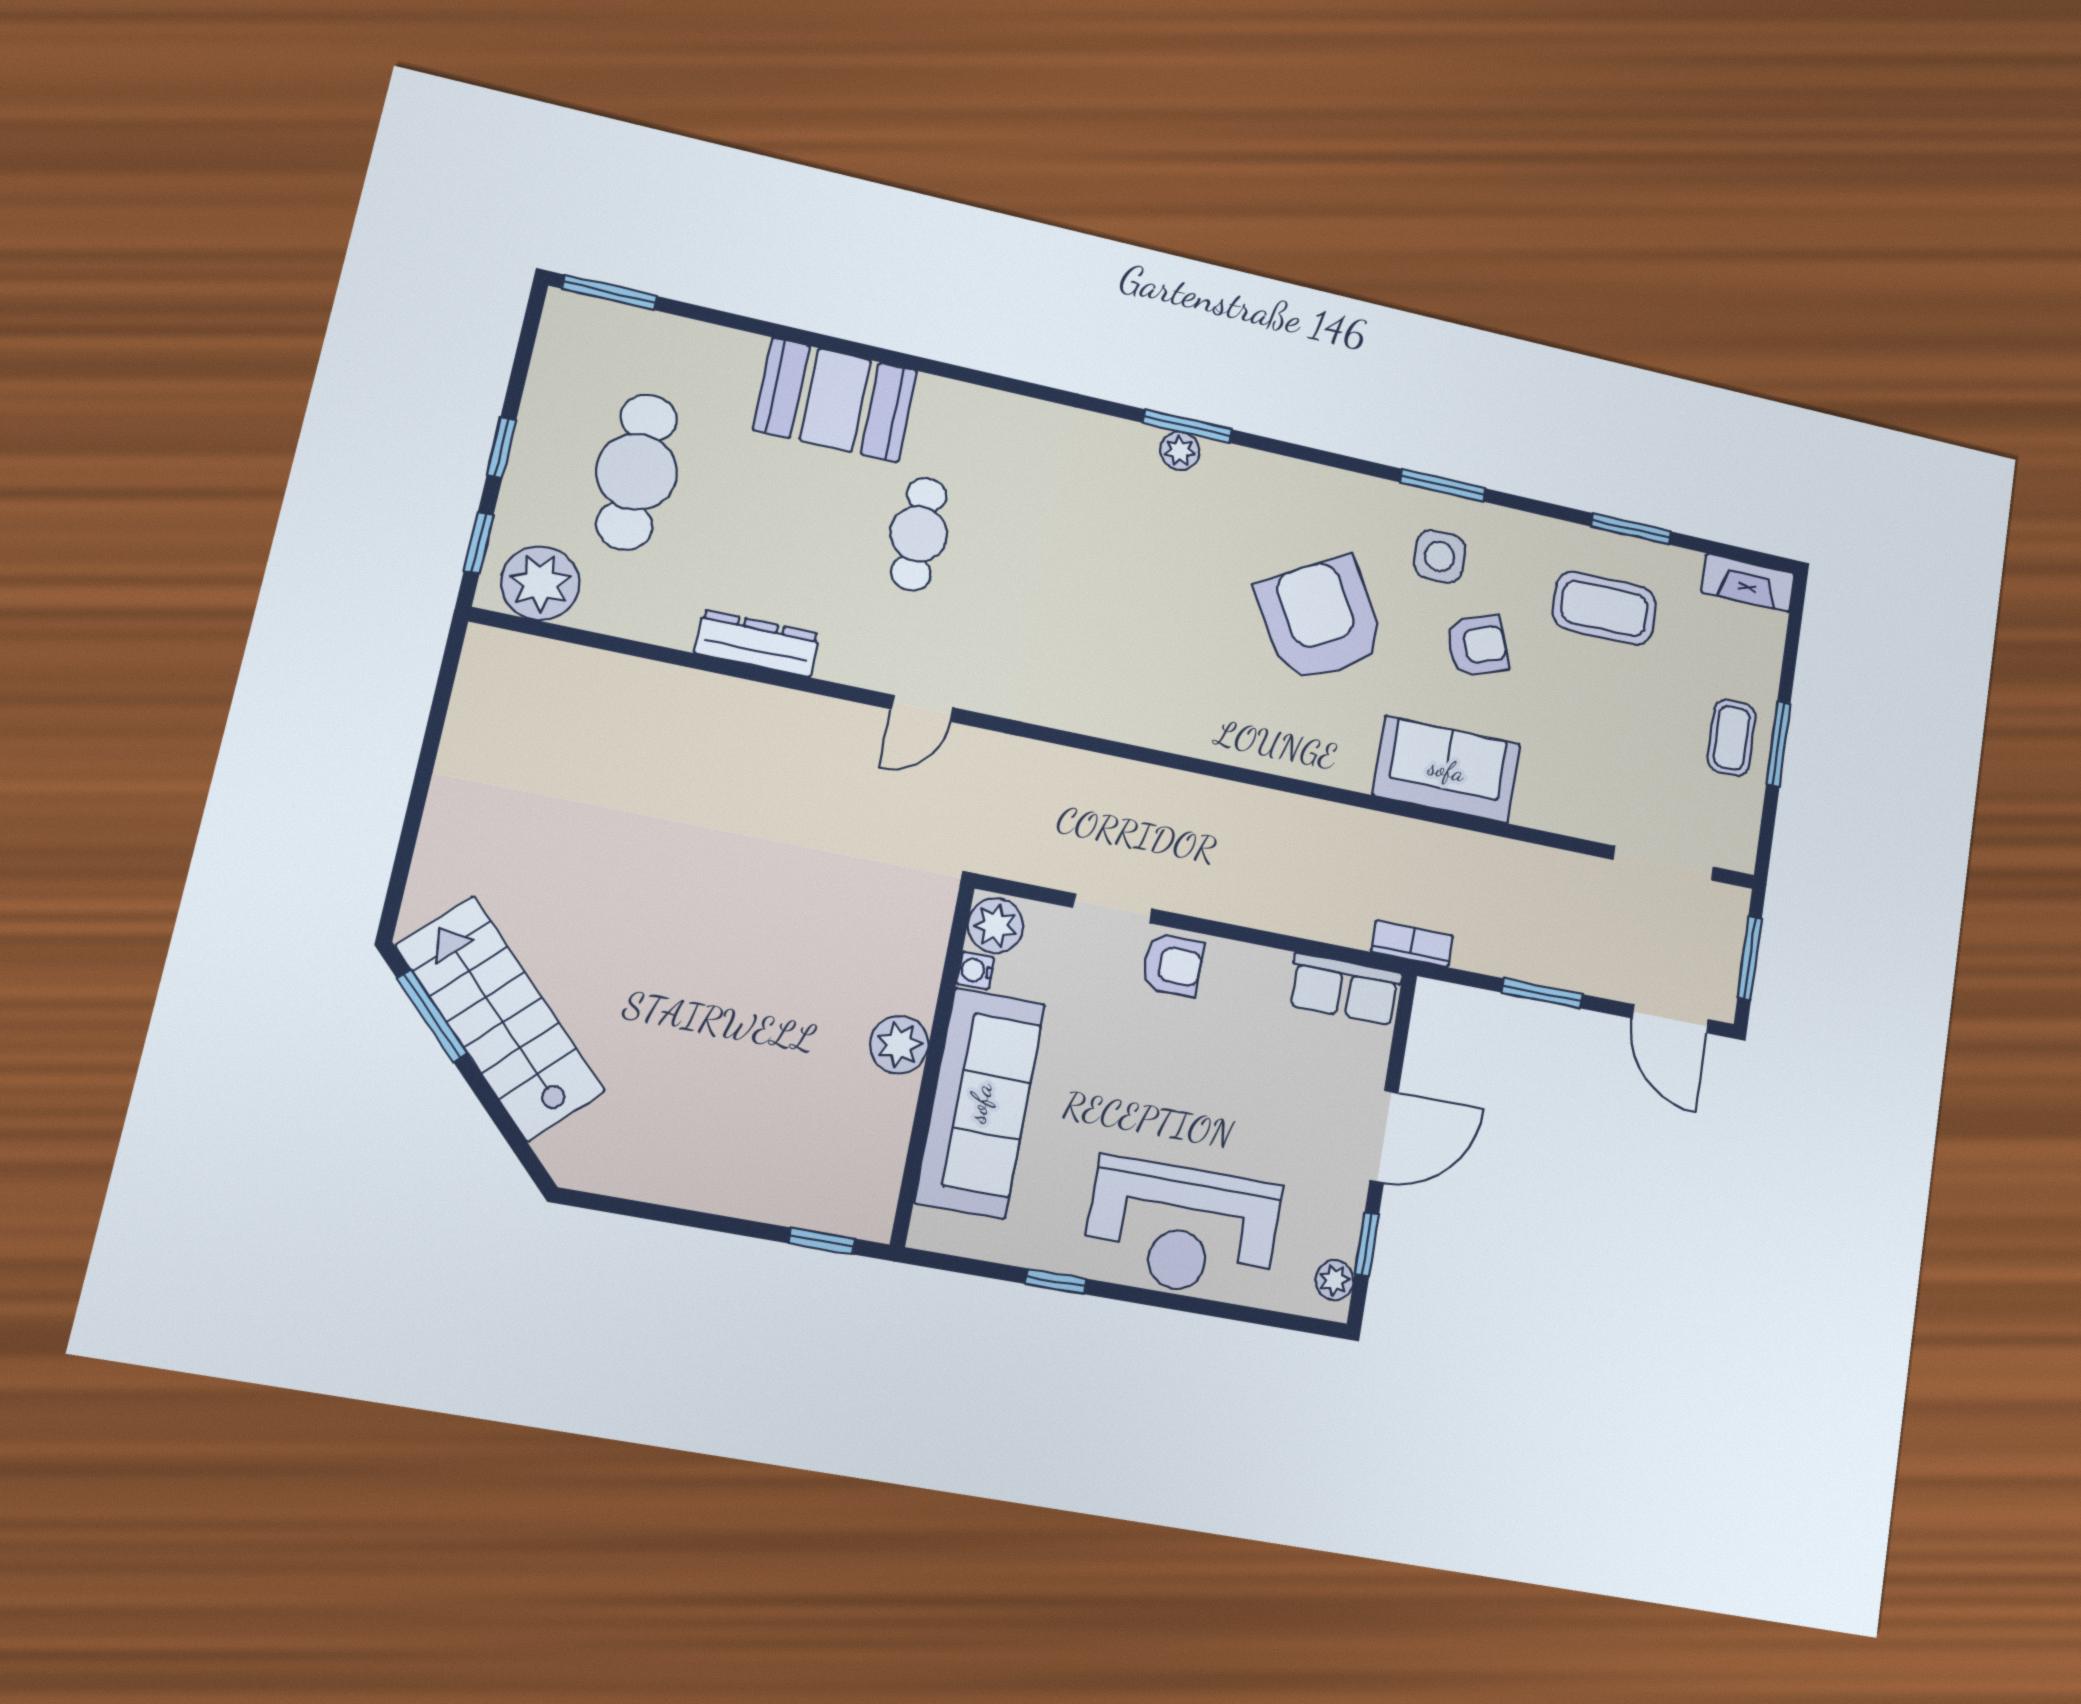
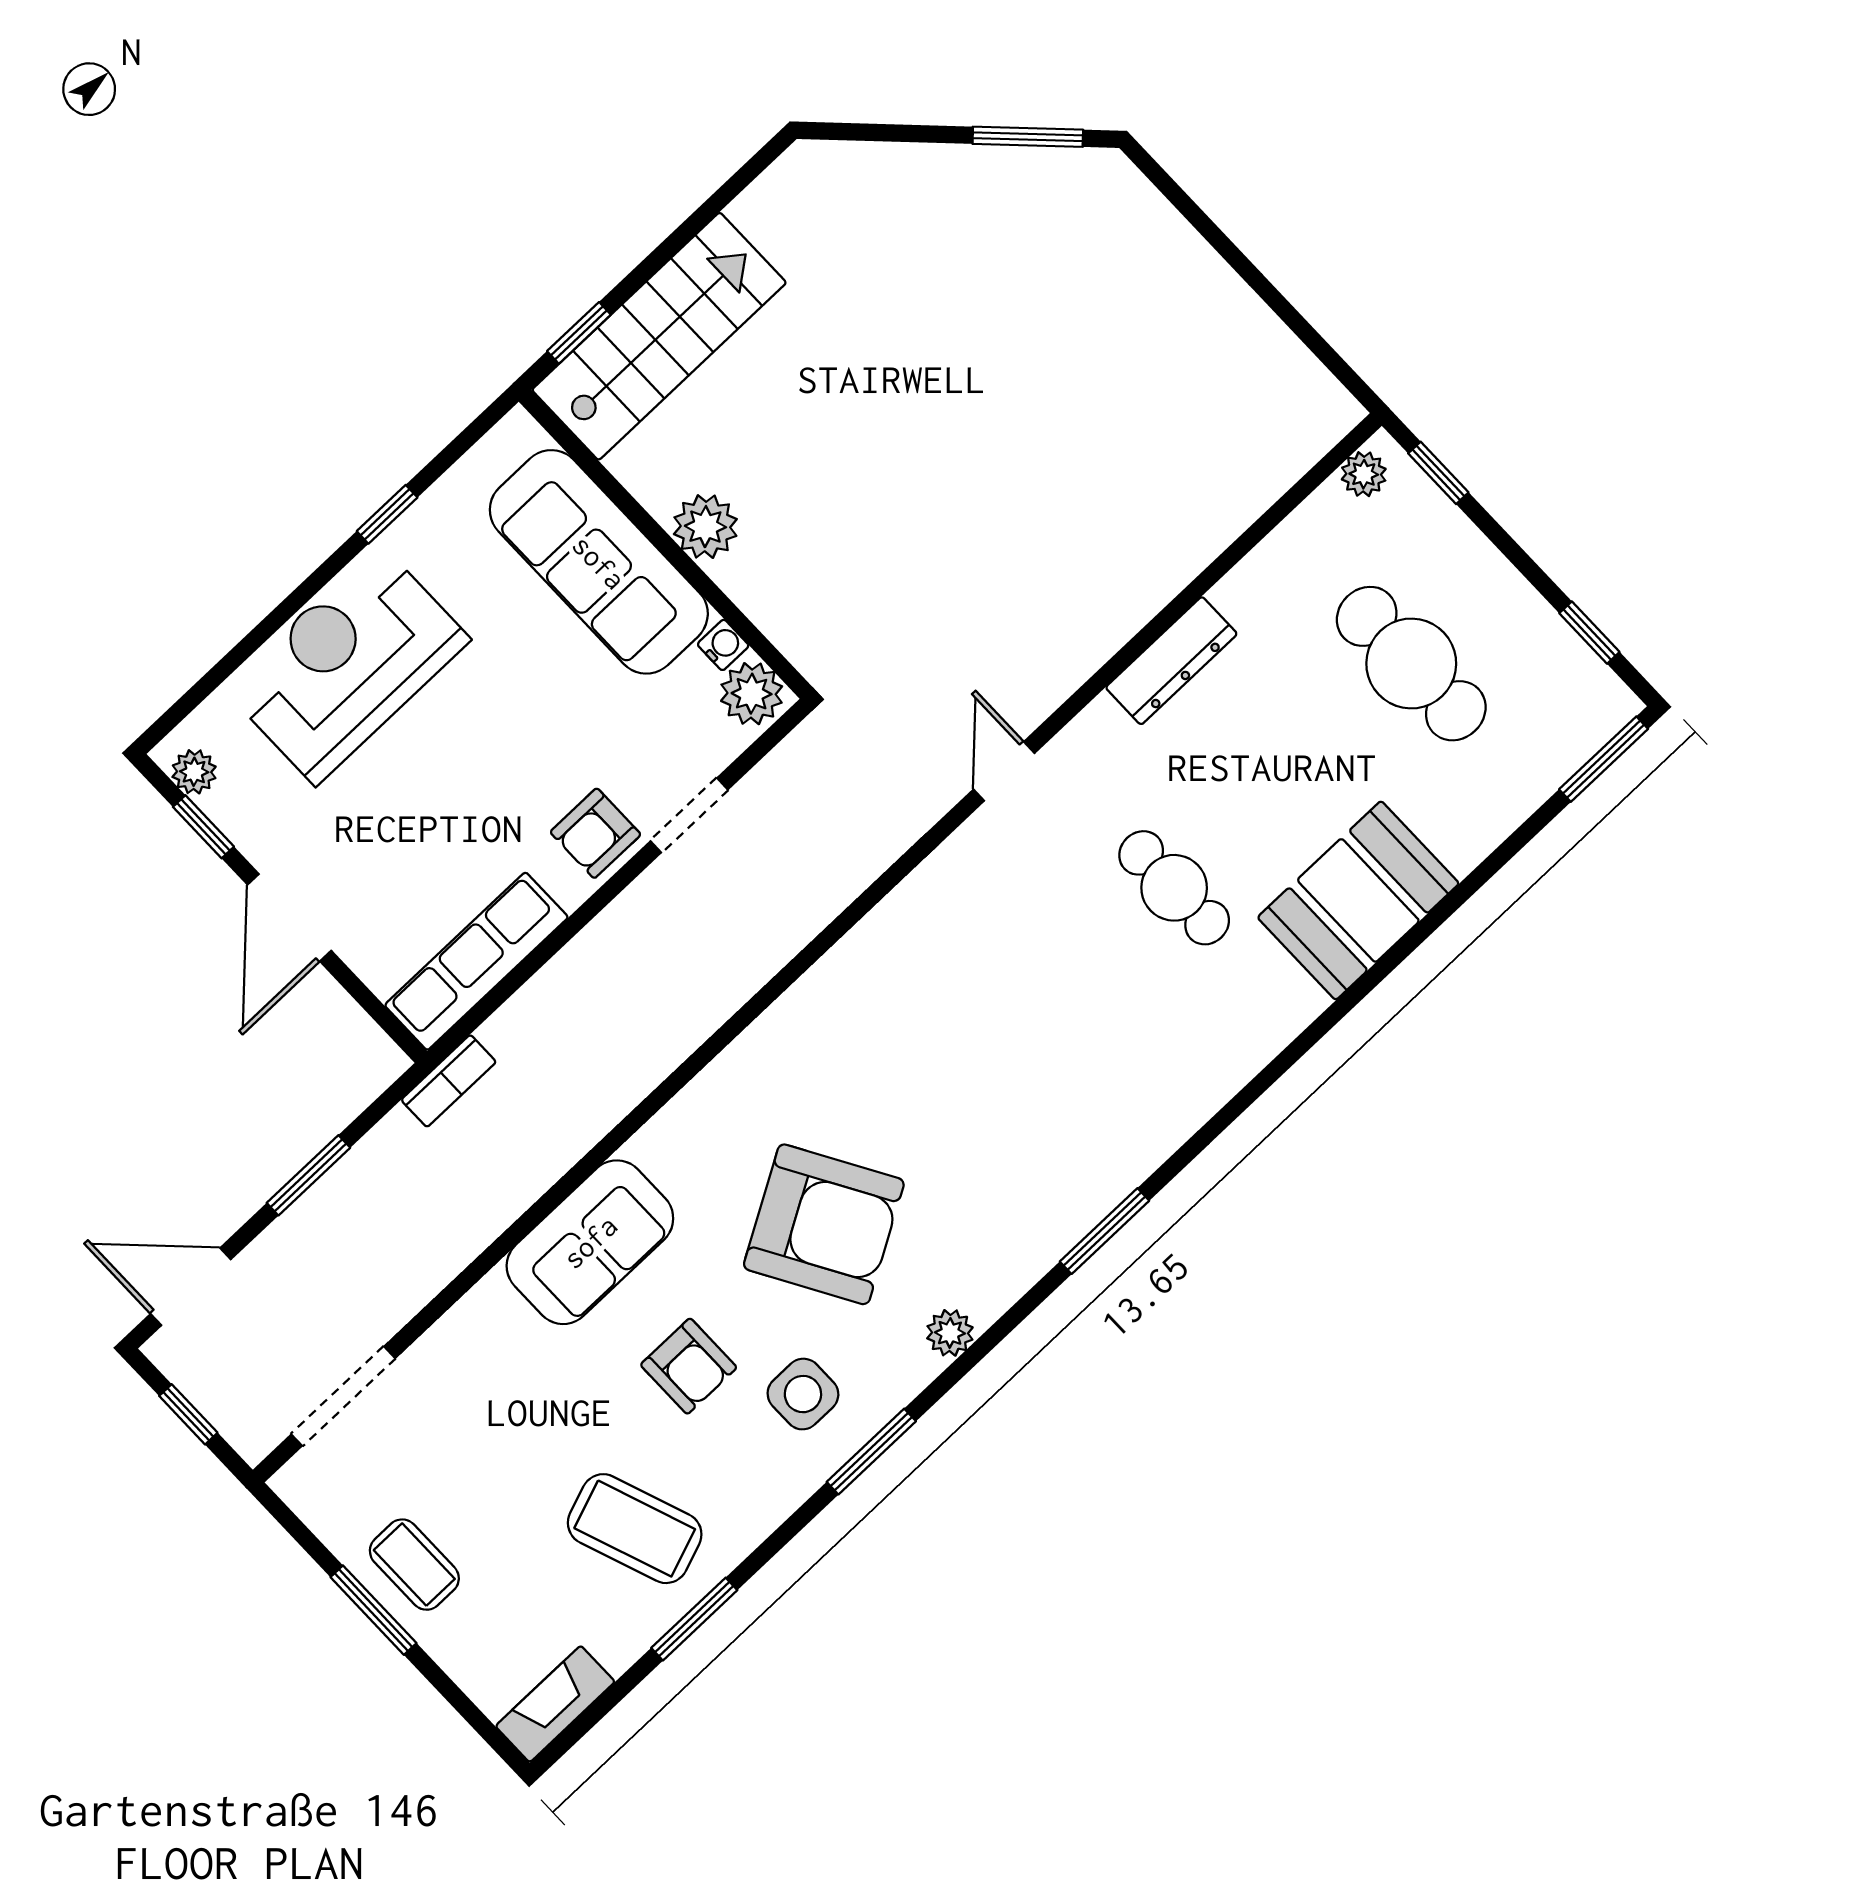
window: (501, 447) -> (1589, 633), moved
plant: (1180, 451) -> (950, 1333), moved
plant: (540, 583) -> (1364, 474), width x0.53, depth x0.53
coffee table: (1604, 608) -> (635, 1529), turned 70
armchair: (1477, 646) -> (689, 1366), turned -70
window: (1750, 958) -> (188, 1414), width x0.67
row of seats: (1345, 989) -> (476, 961), width x1.48
stairs: (500, 1018) -> (659, 336), moved, turned -45

